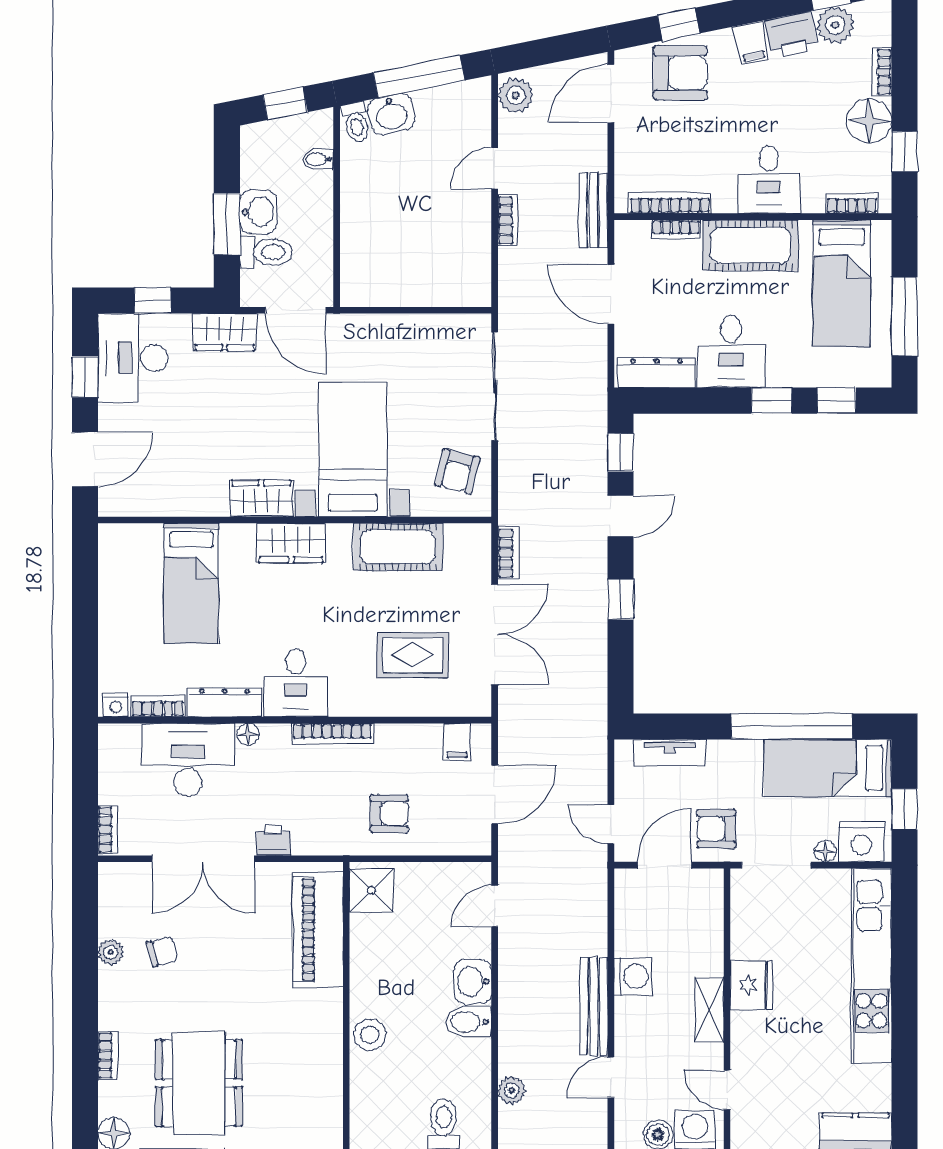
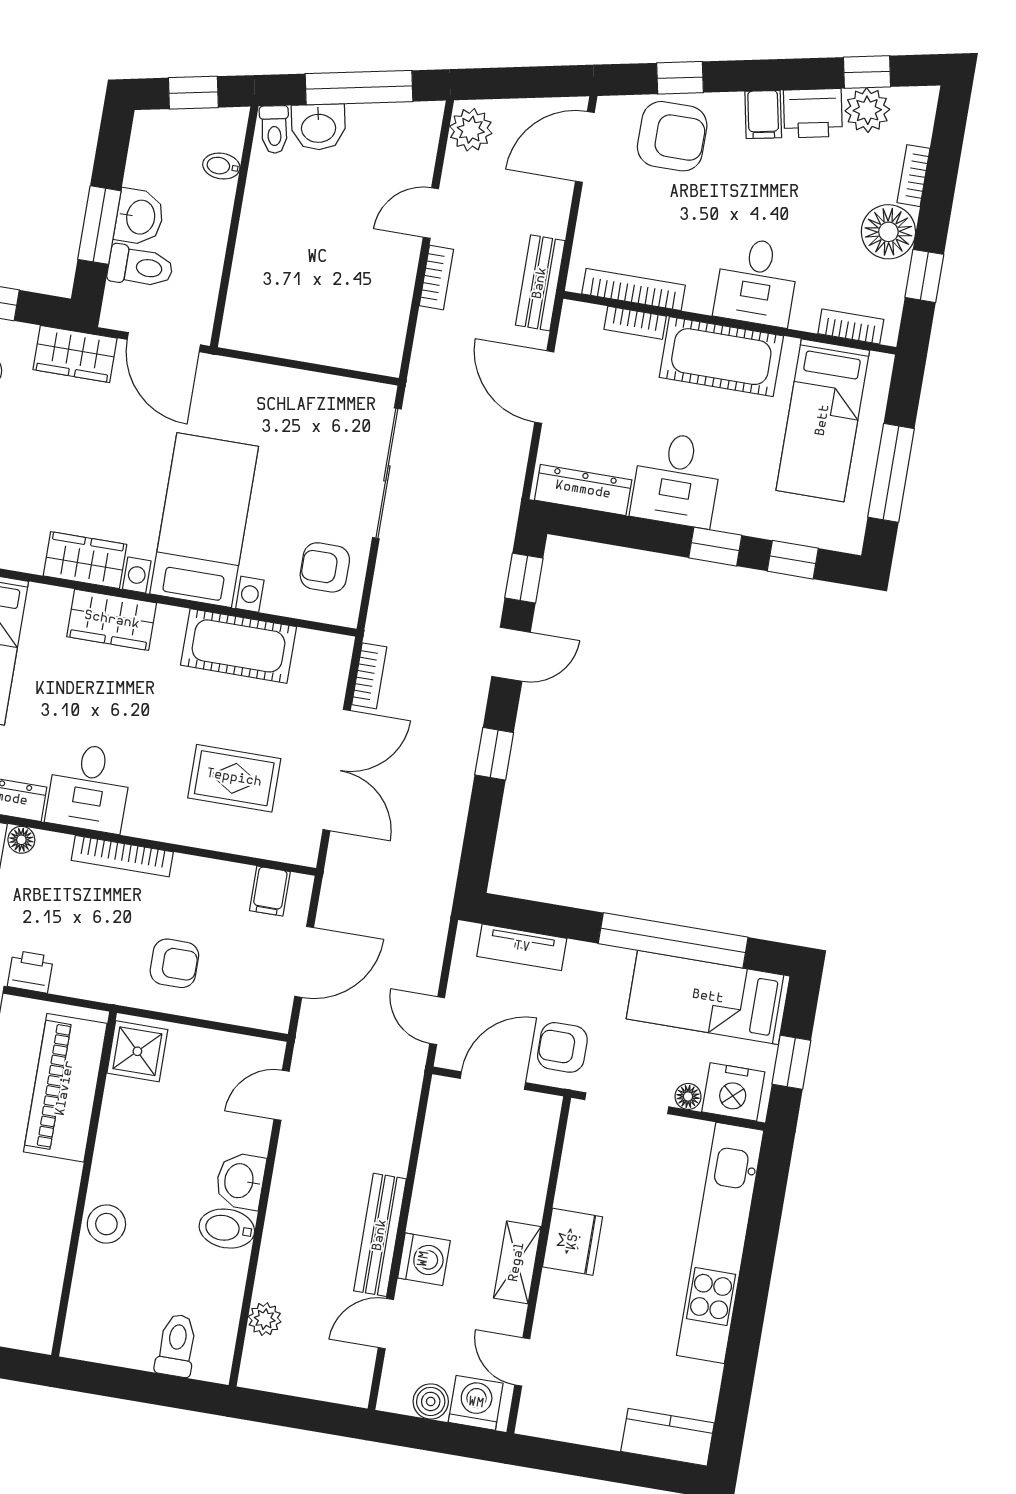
armchair: (457, 471) -> (325, 567), turned 76
washing machine: (633, 976) -> (424, 1259), moved

